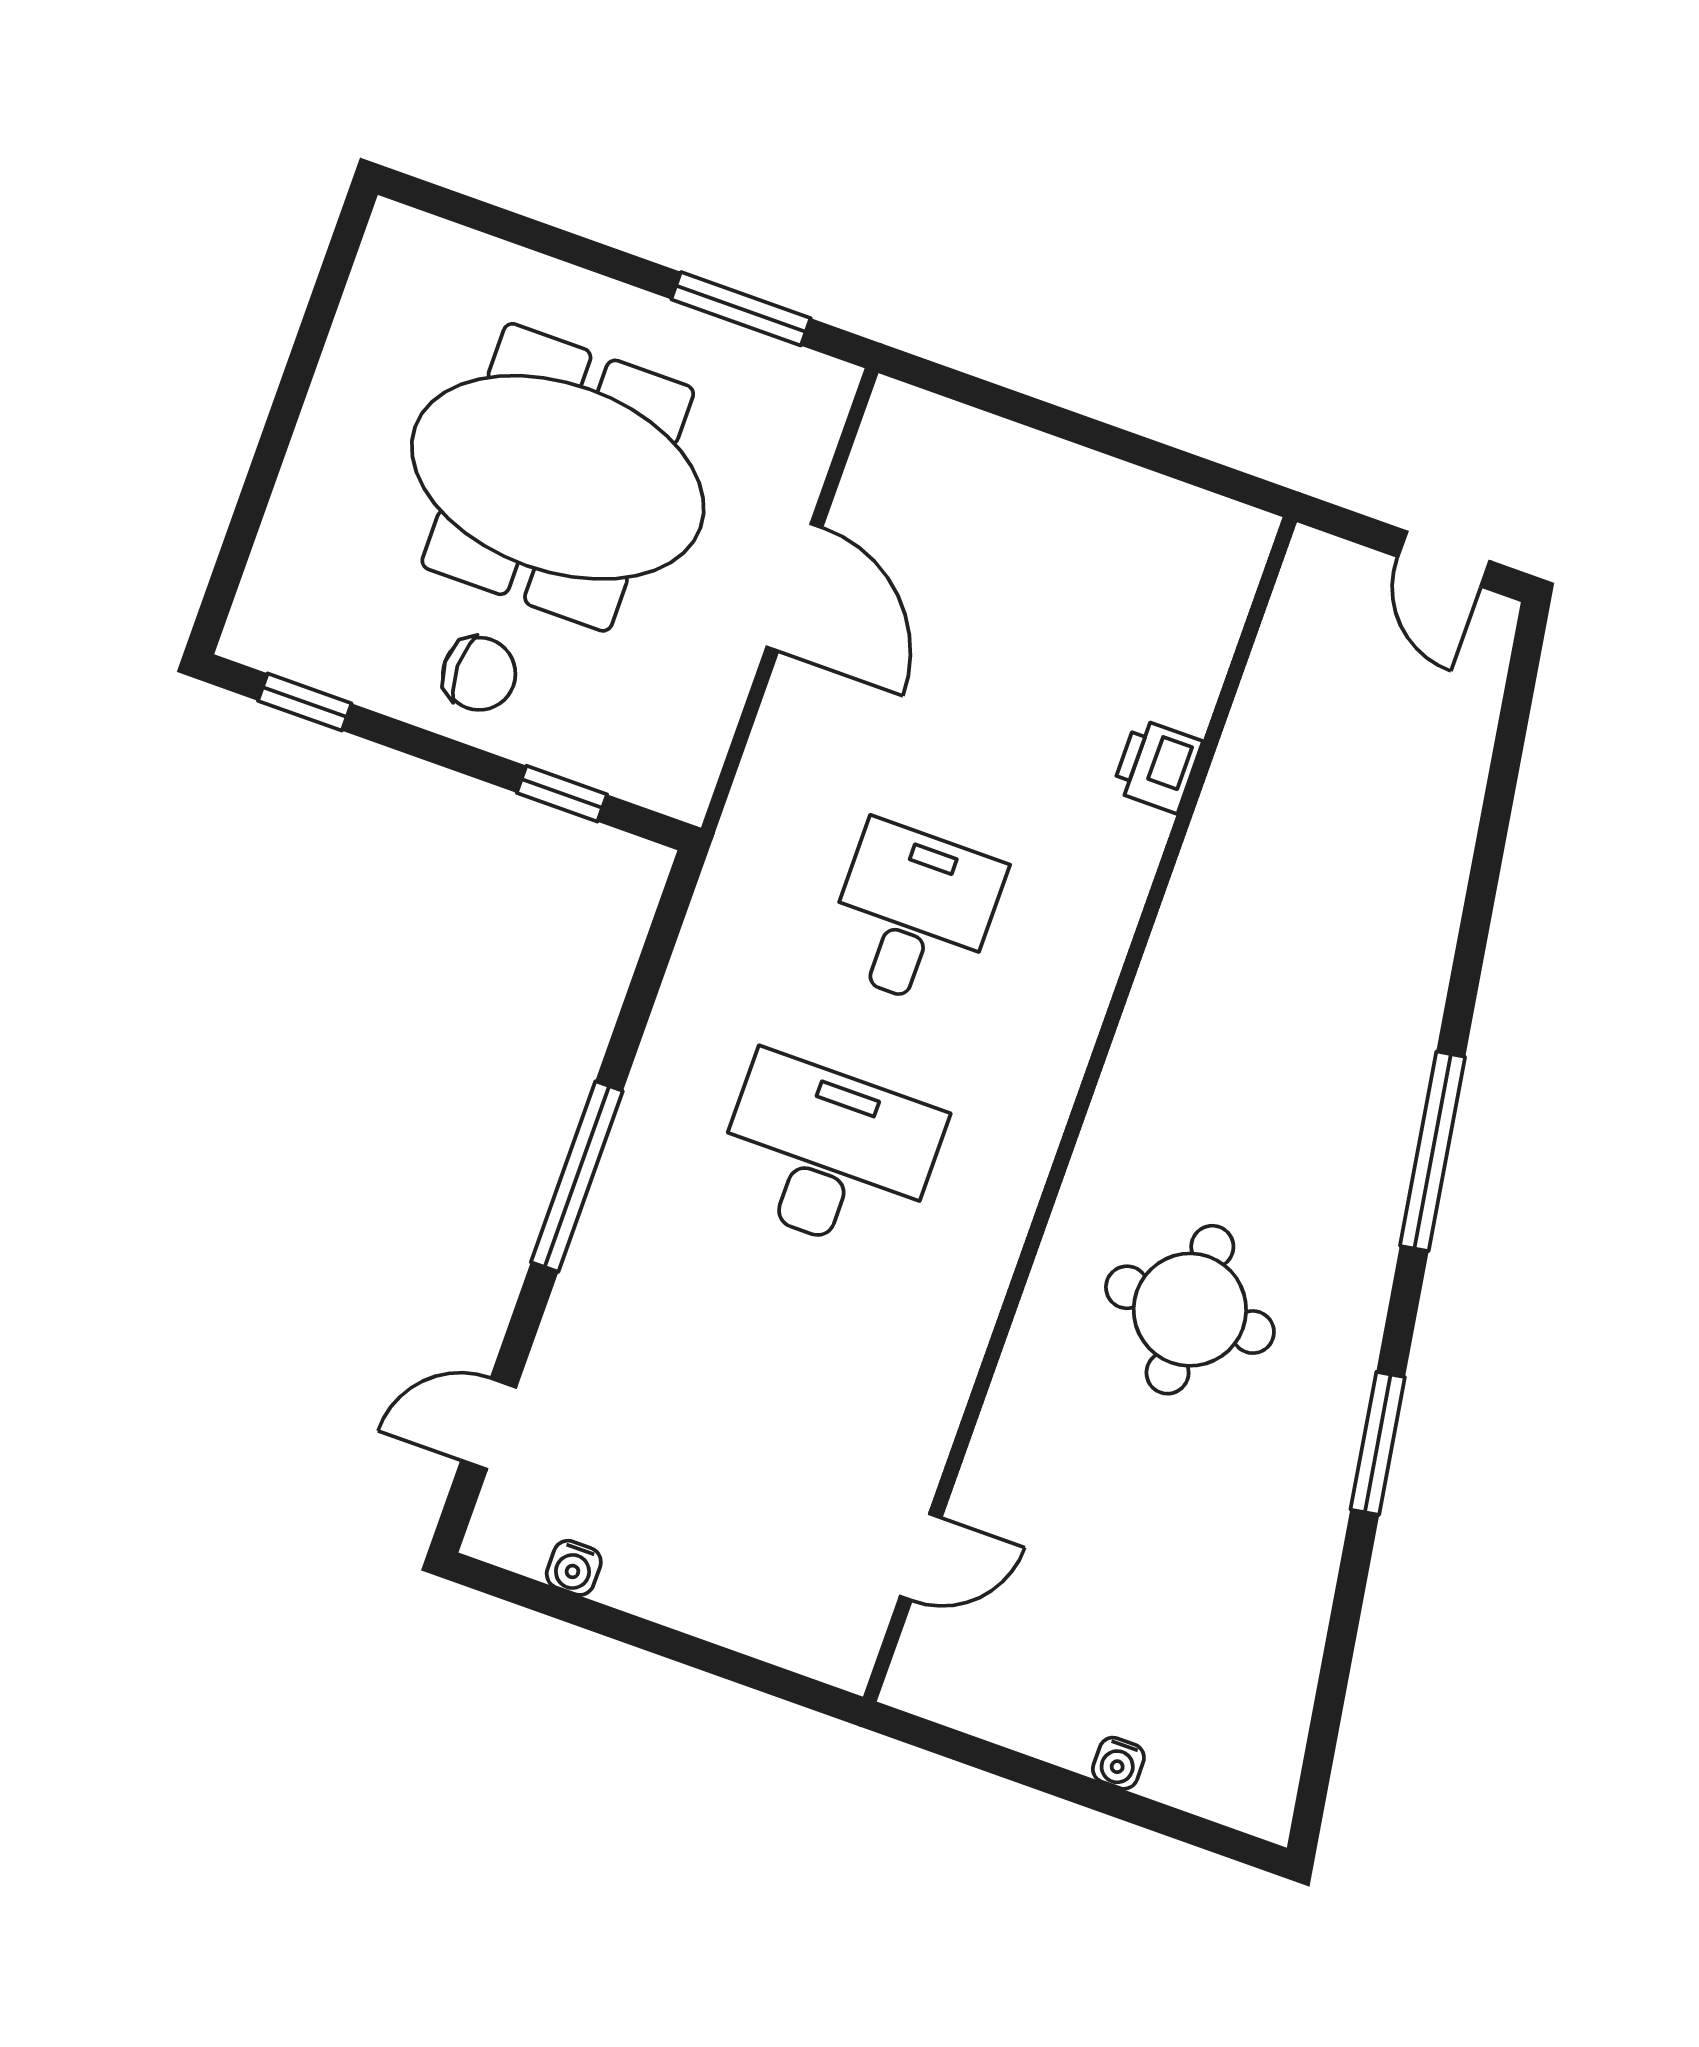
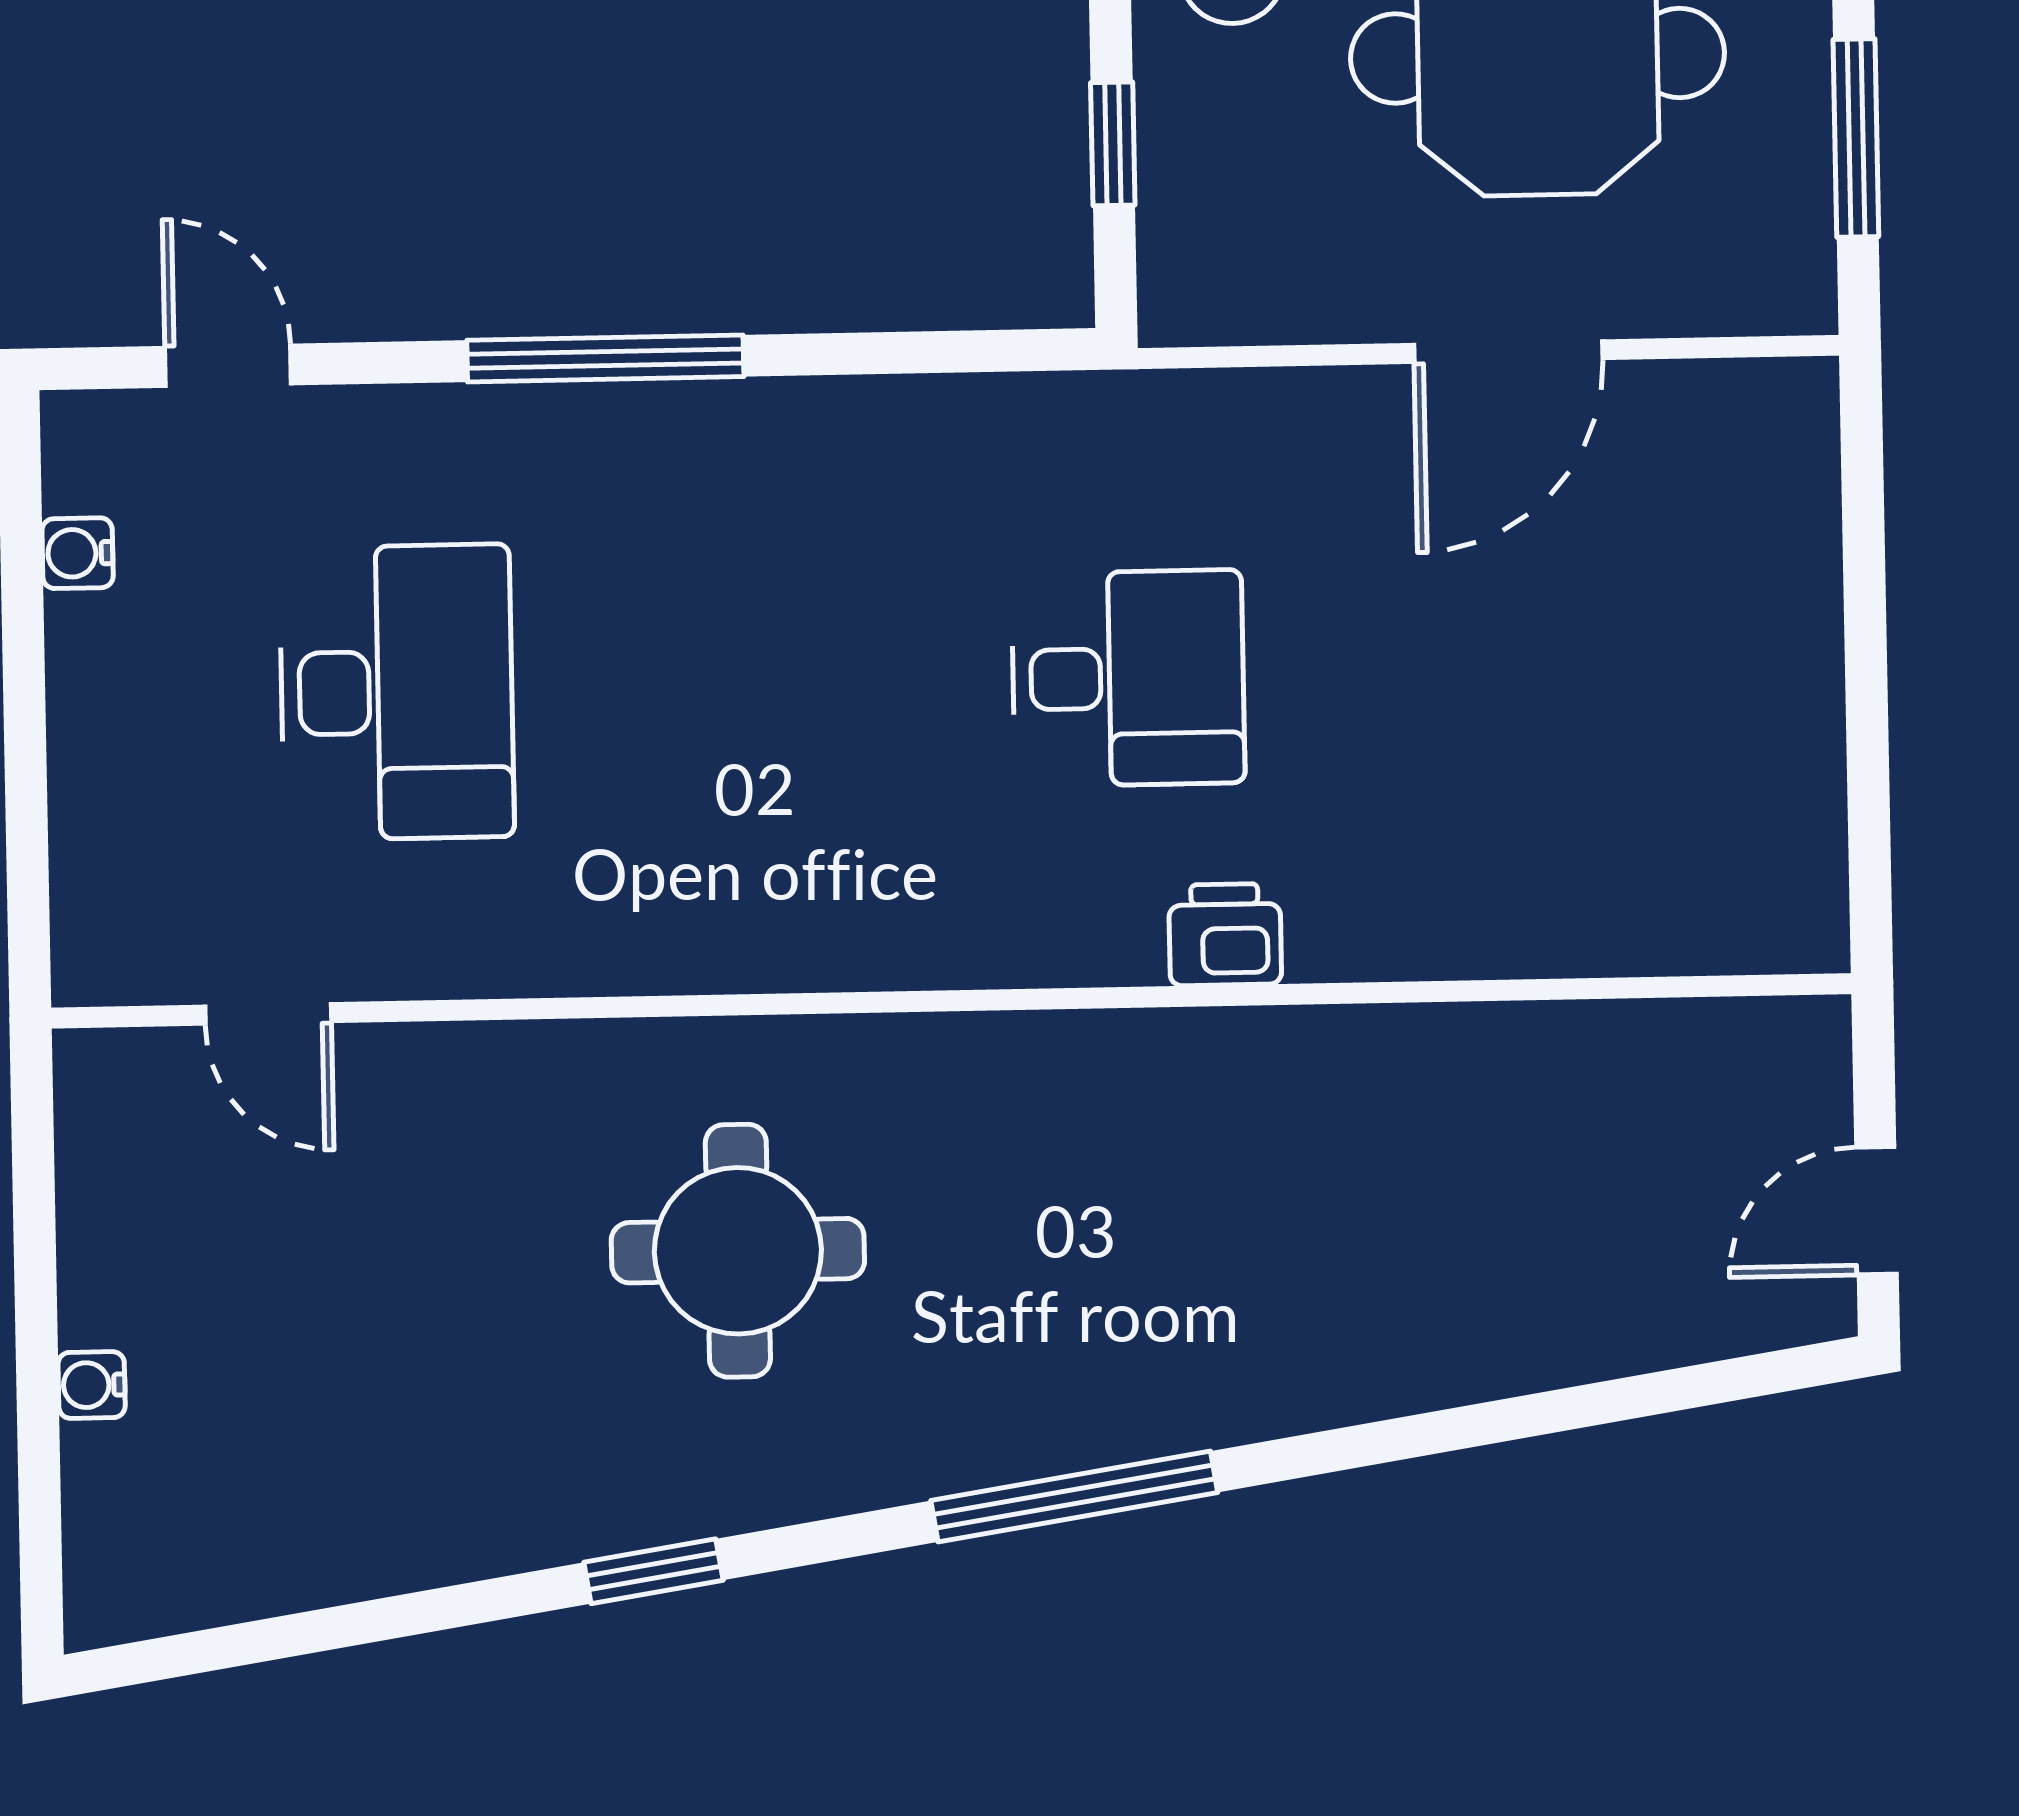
printer: (1157, 766) -> (1225, 935), moved
desk: (828, 1155) -> (397, 692), moved
window: (1378, 1443) -> (653, 1571), width x0.67

